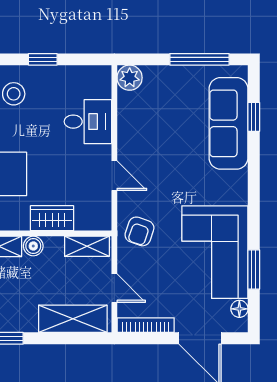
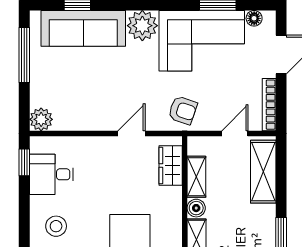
window: (43, 59) -> (24, 162), moved
desk: (88, 122) -> (51, 174), moved, turned -90
plant: (231, 188) -> (142, 26), added
wardrobe: (52, 218) -> (171, 166), moved
shelving: (87, 246) -> (196, 177), moved

